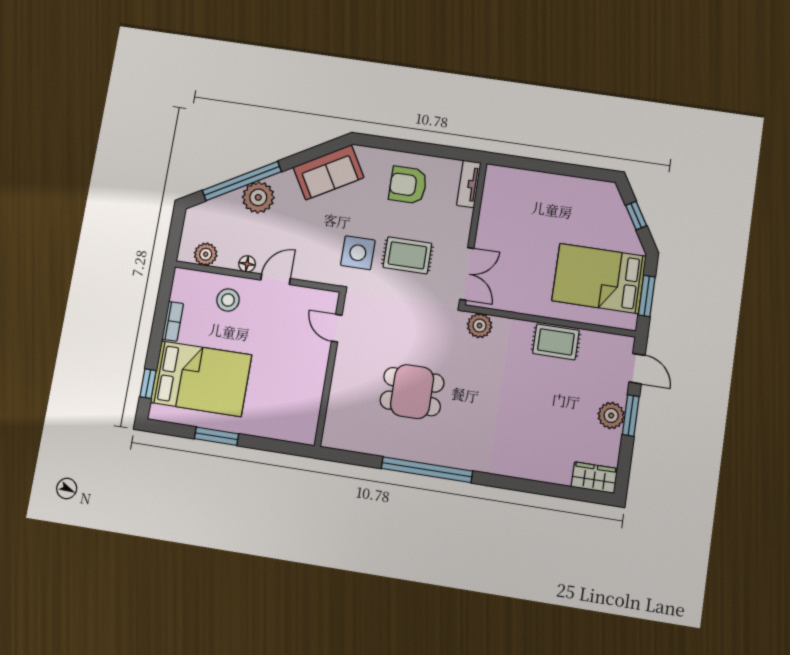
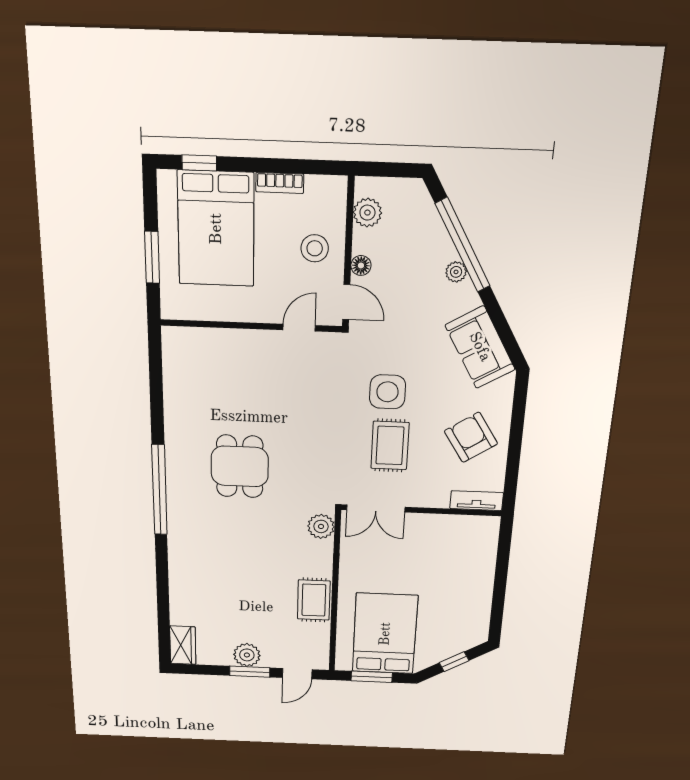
armchair: (408, 185) -> (471, 437), turned -33
plant: (258, 197) -> (456, 272), width x0.53, depth x0.53
door: (337, 328) -> (299, 328), moved
wall: (330, 369) -> (251, 326), moved

